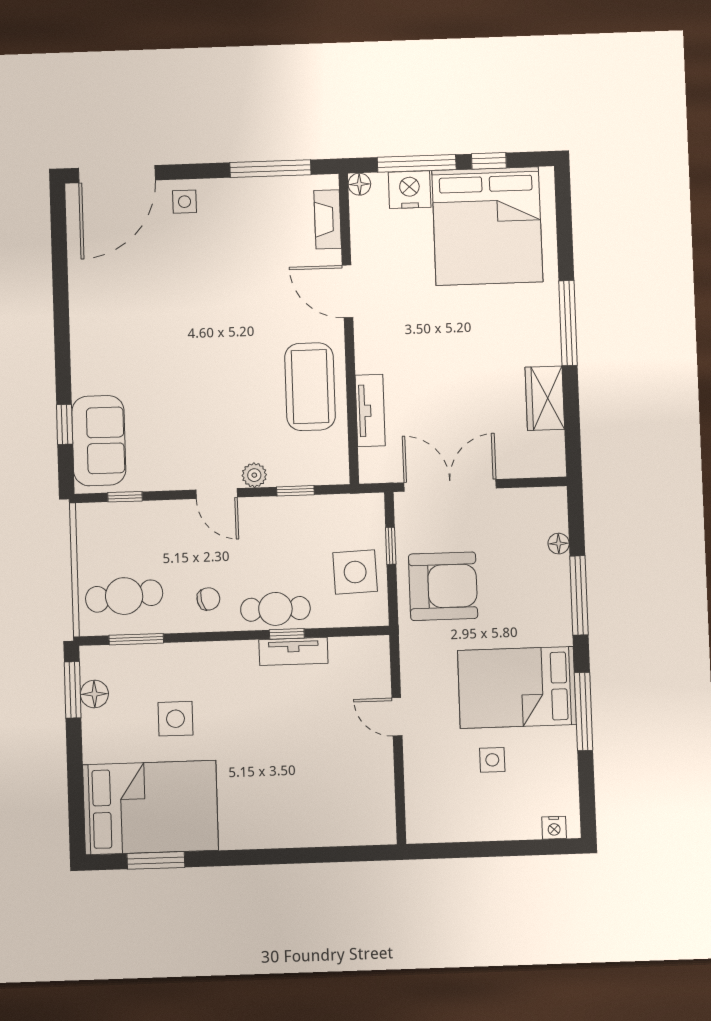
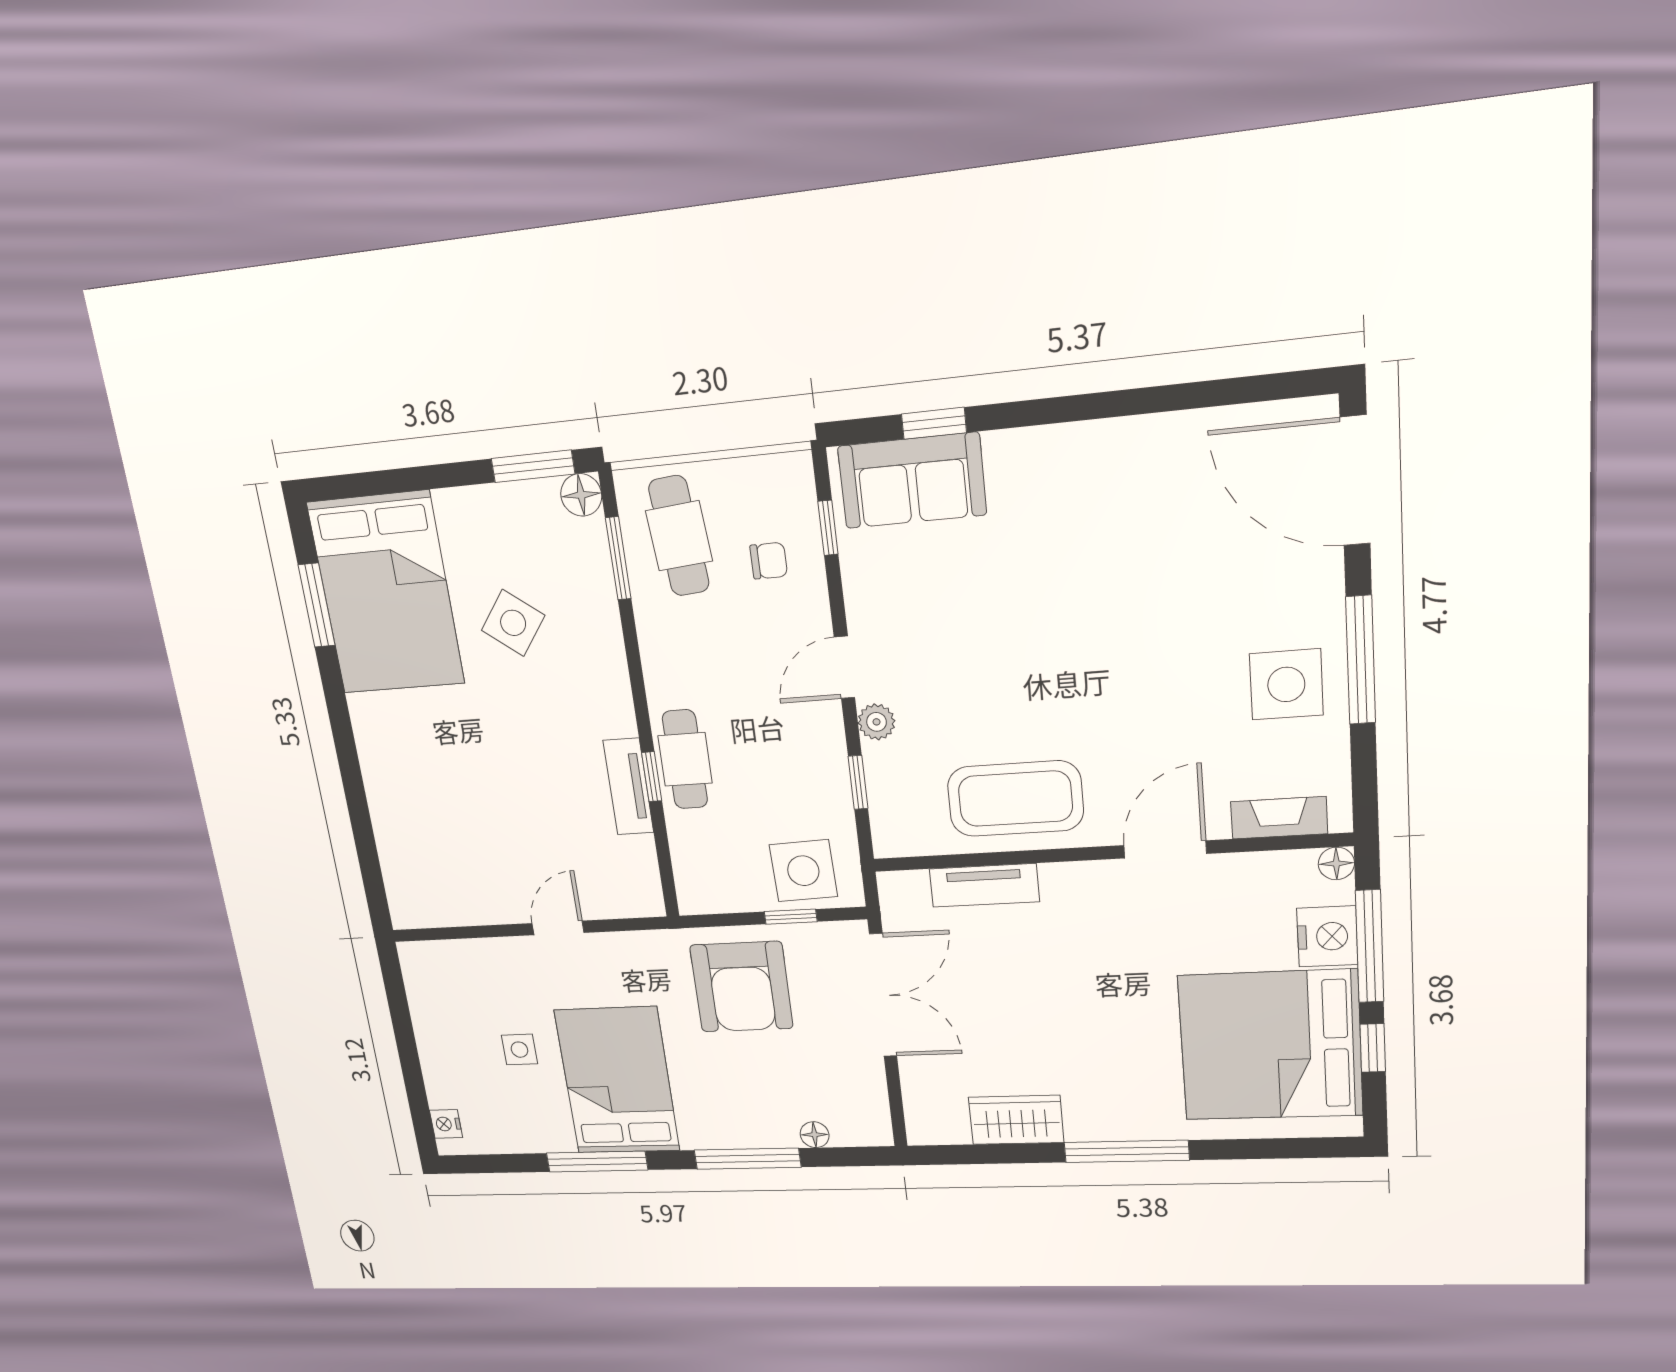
window: (270, 169) -> (1361, 660), moved
side table: (184, 202) -> (1286, 684), moved, width x1.87, depth x1.87
side table: (355, 572) -> (803, 871), moved
chair: (208, 599) -> (769, 561), moved, turned -76
floor lamp: (94, 694) -> (581, 495), moved
side table: (175, 719) -> (513, 623), turned 37

